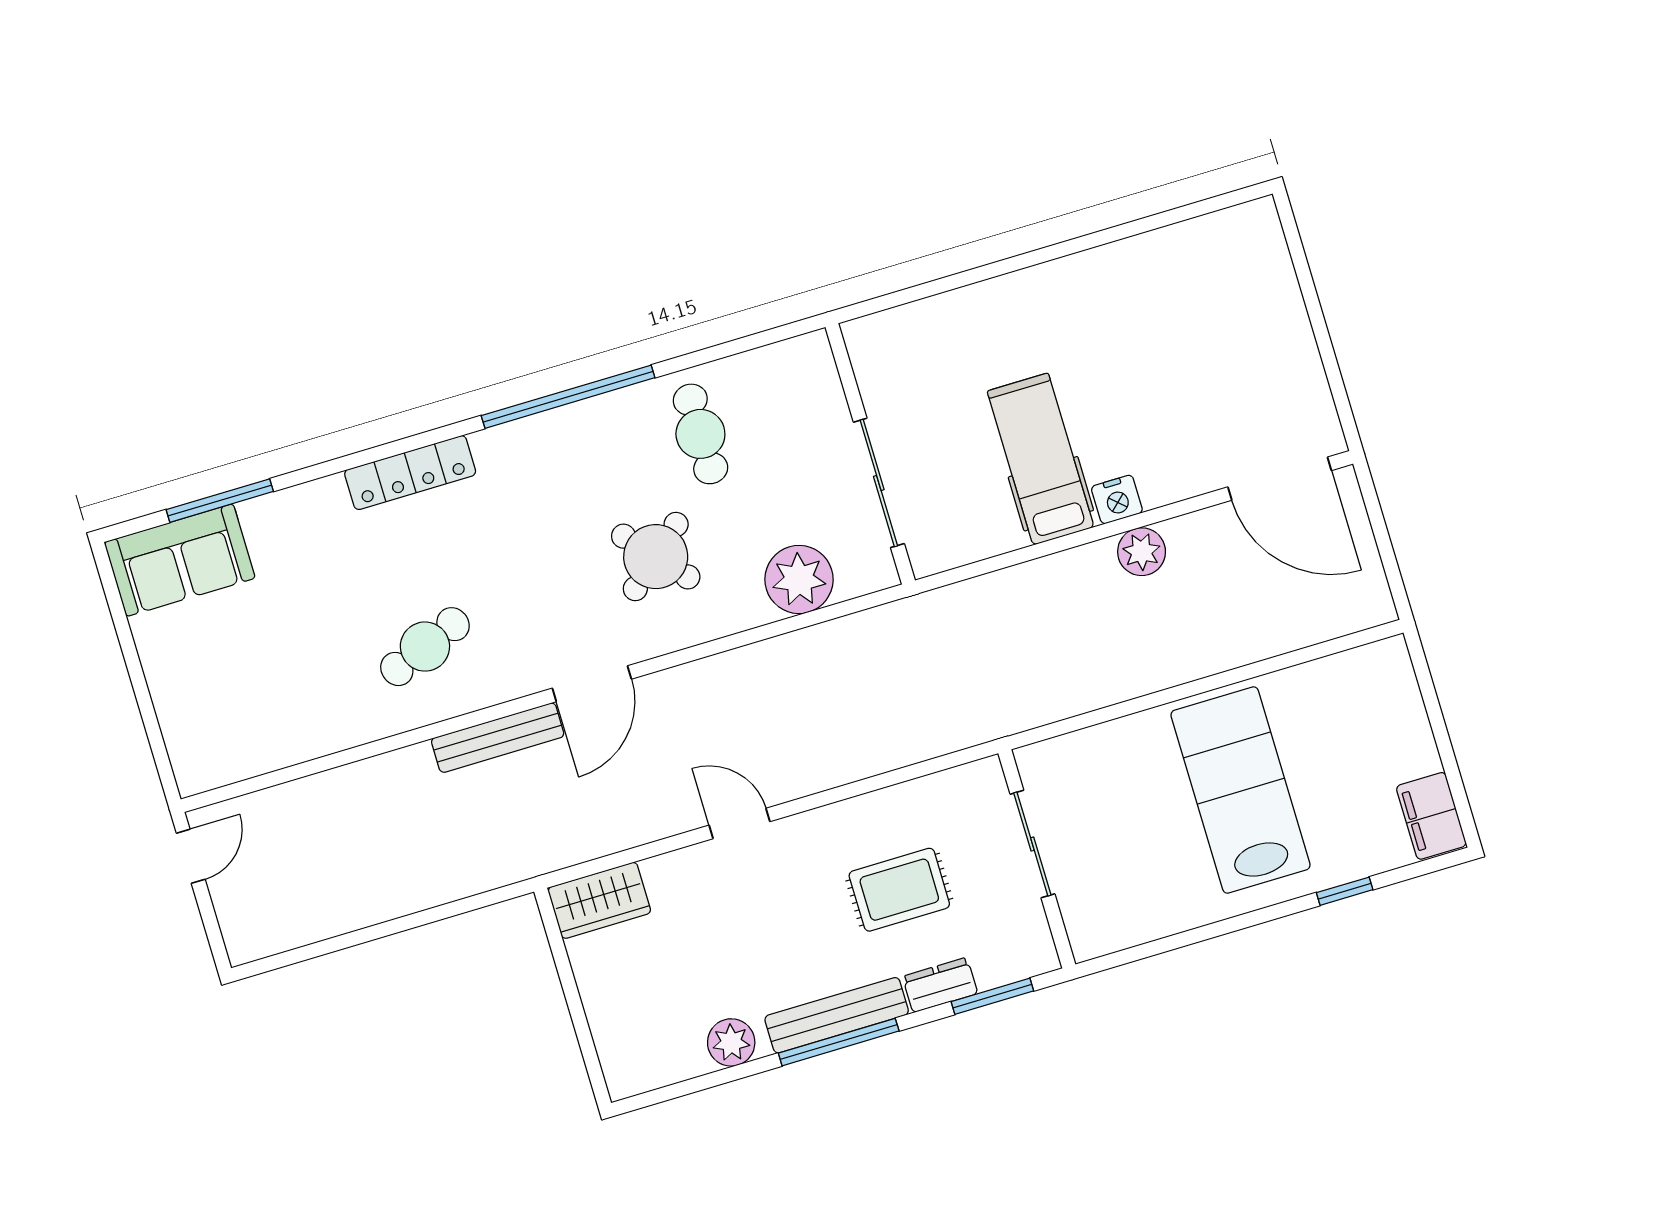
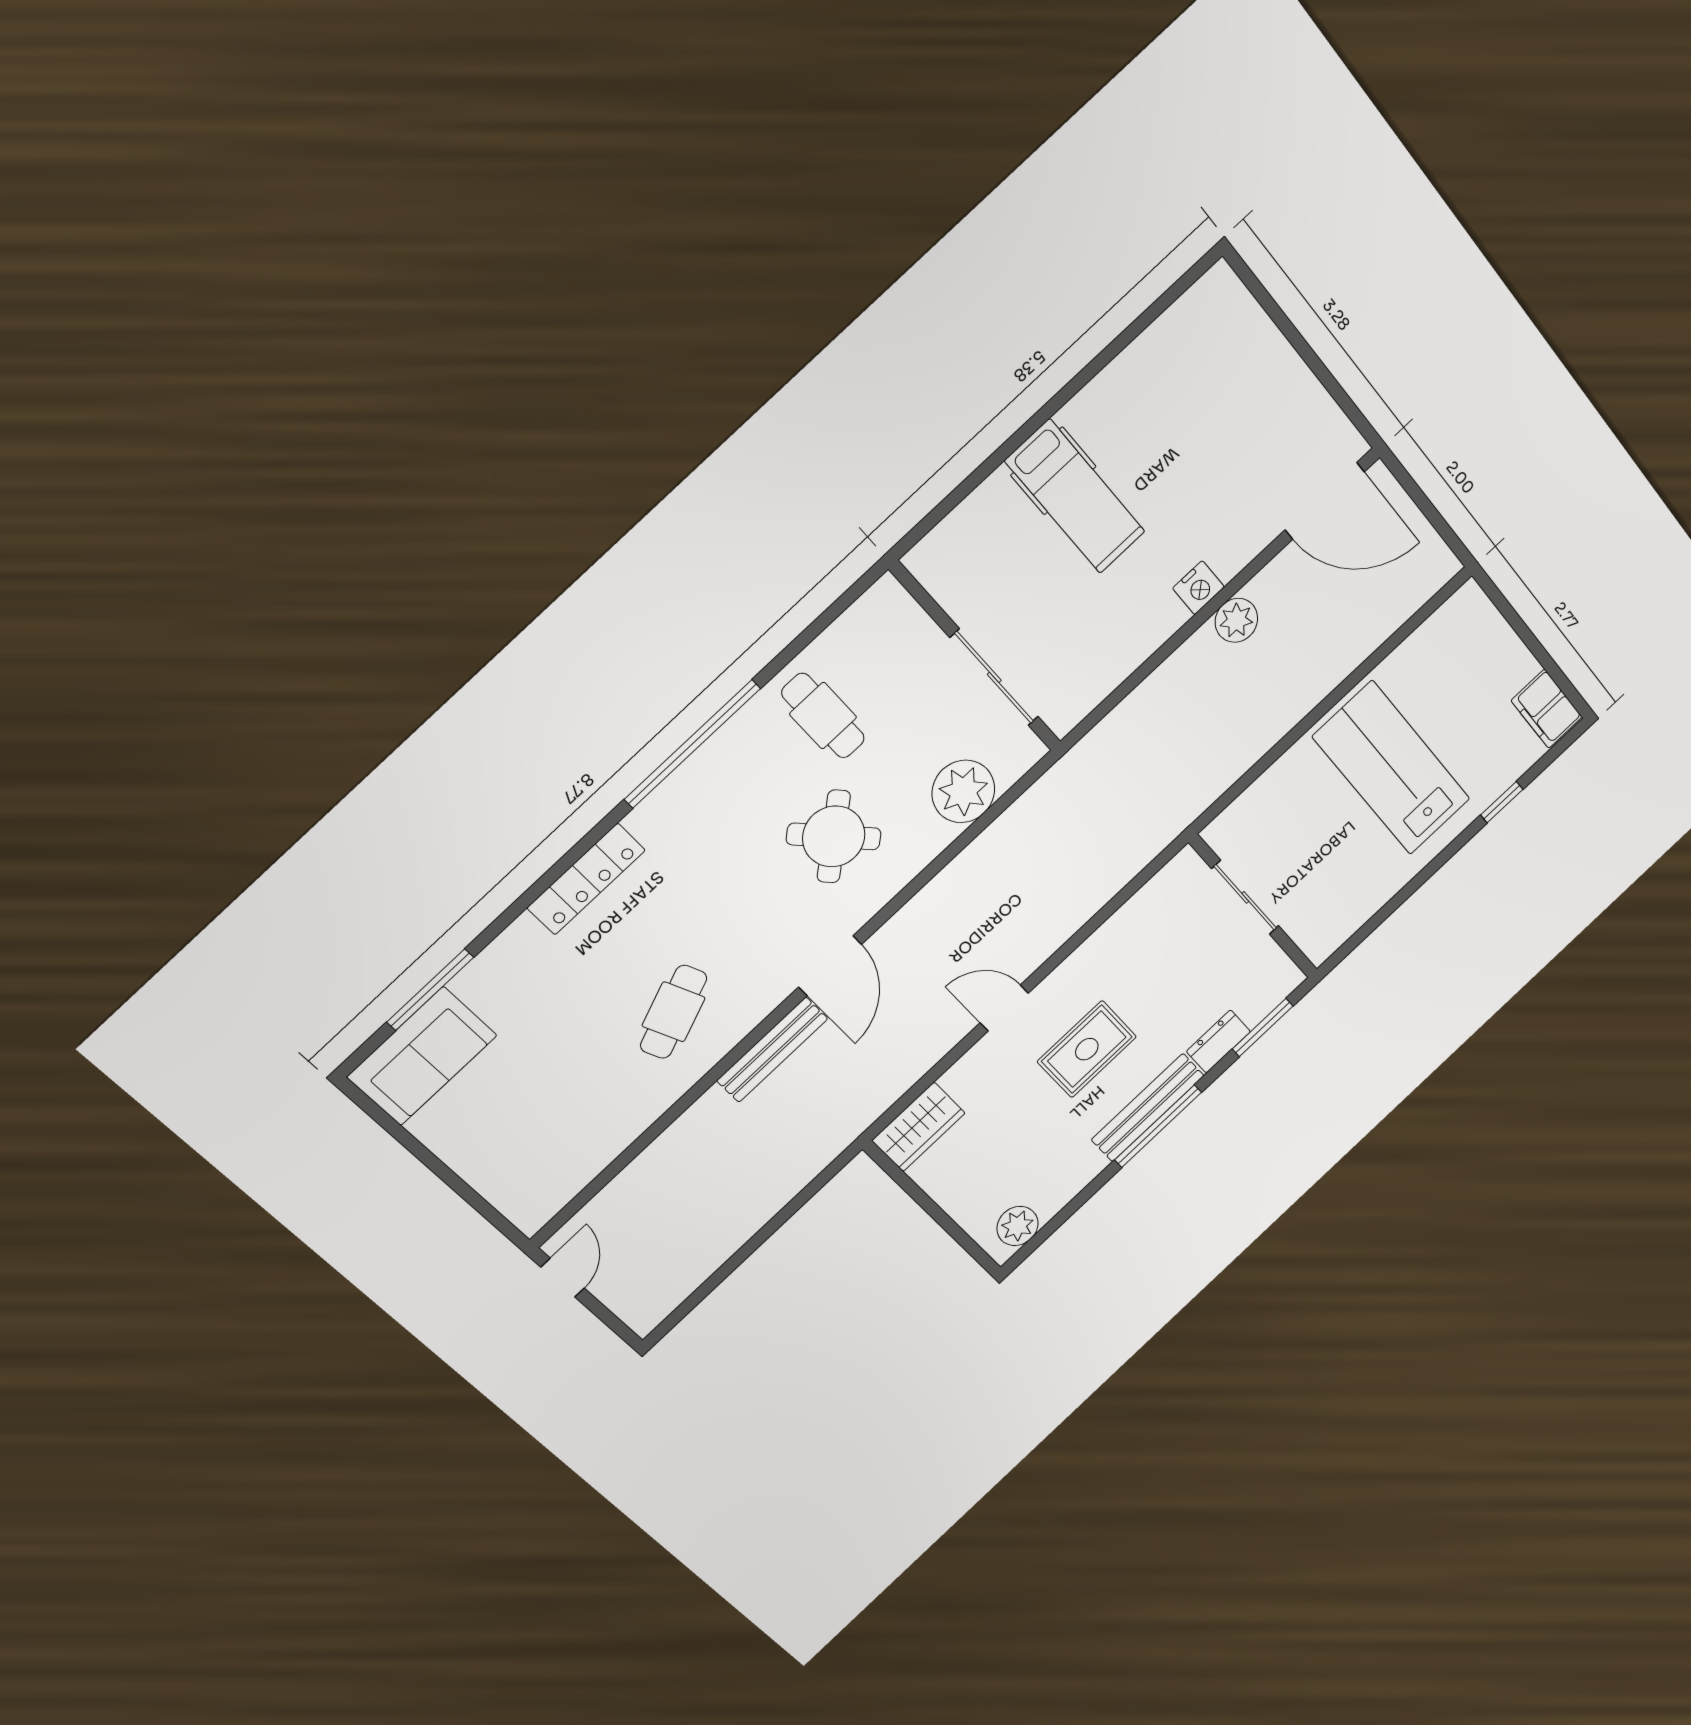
hospital bed: (1041, 459) -> (1075, 496), moved, turned 180
rug: (899, 890) -> (1087, 1049), moved
plant: (731, 1042) -> (1017, 1226), moved

